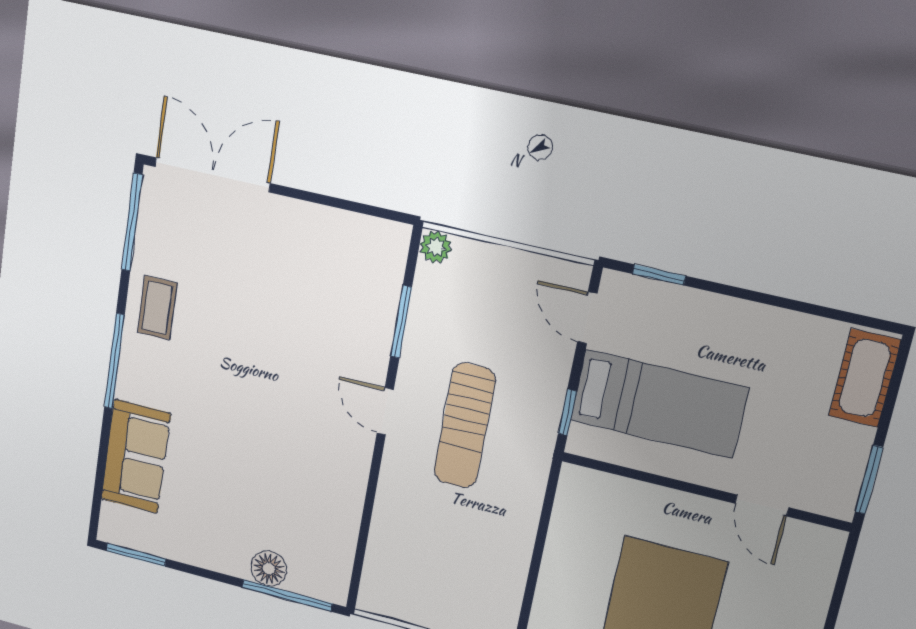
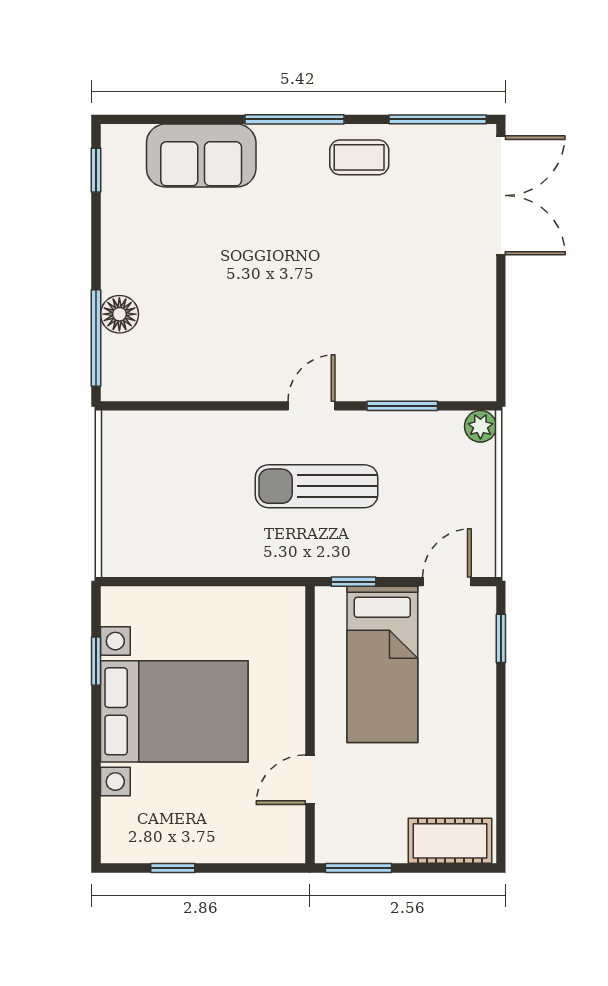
window: (136, 555) -> (96, 170), width x0.67

